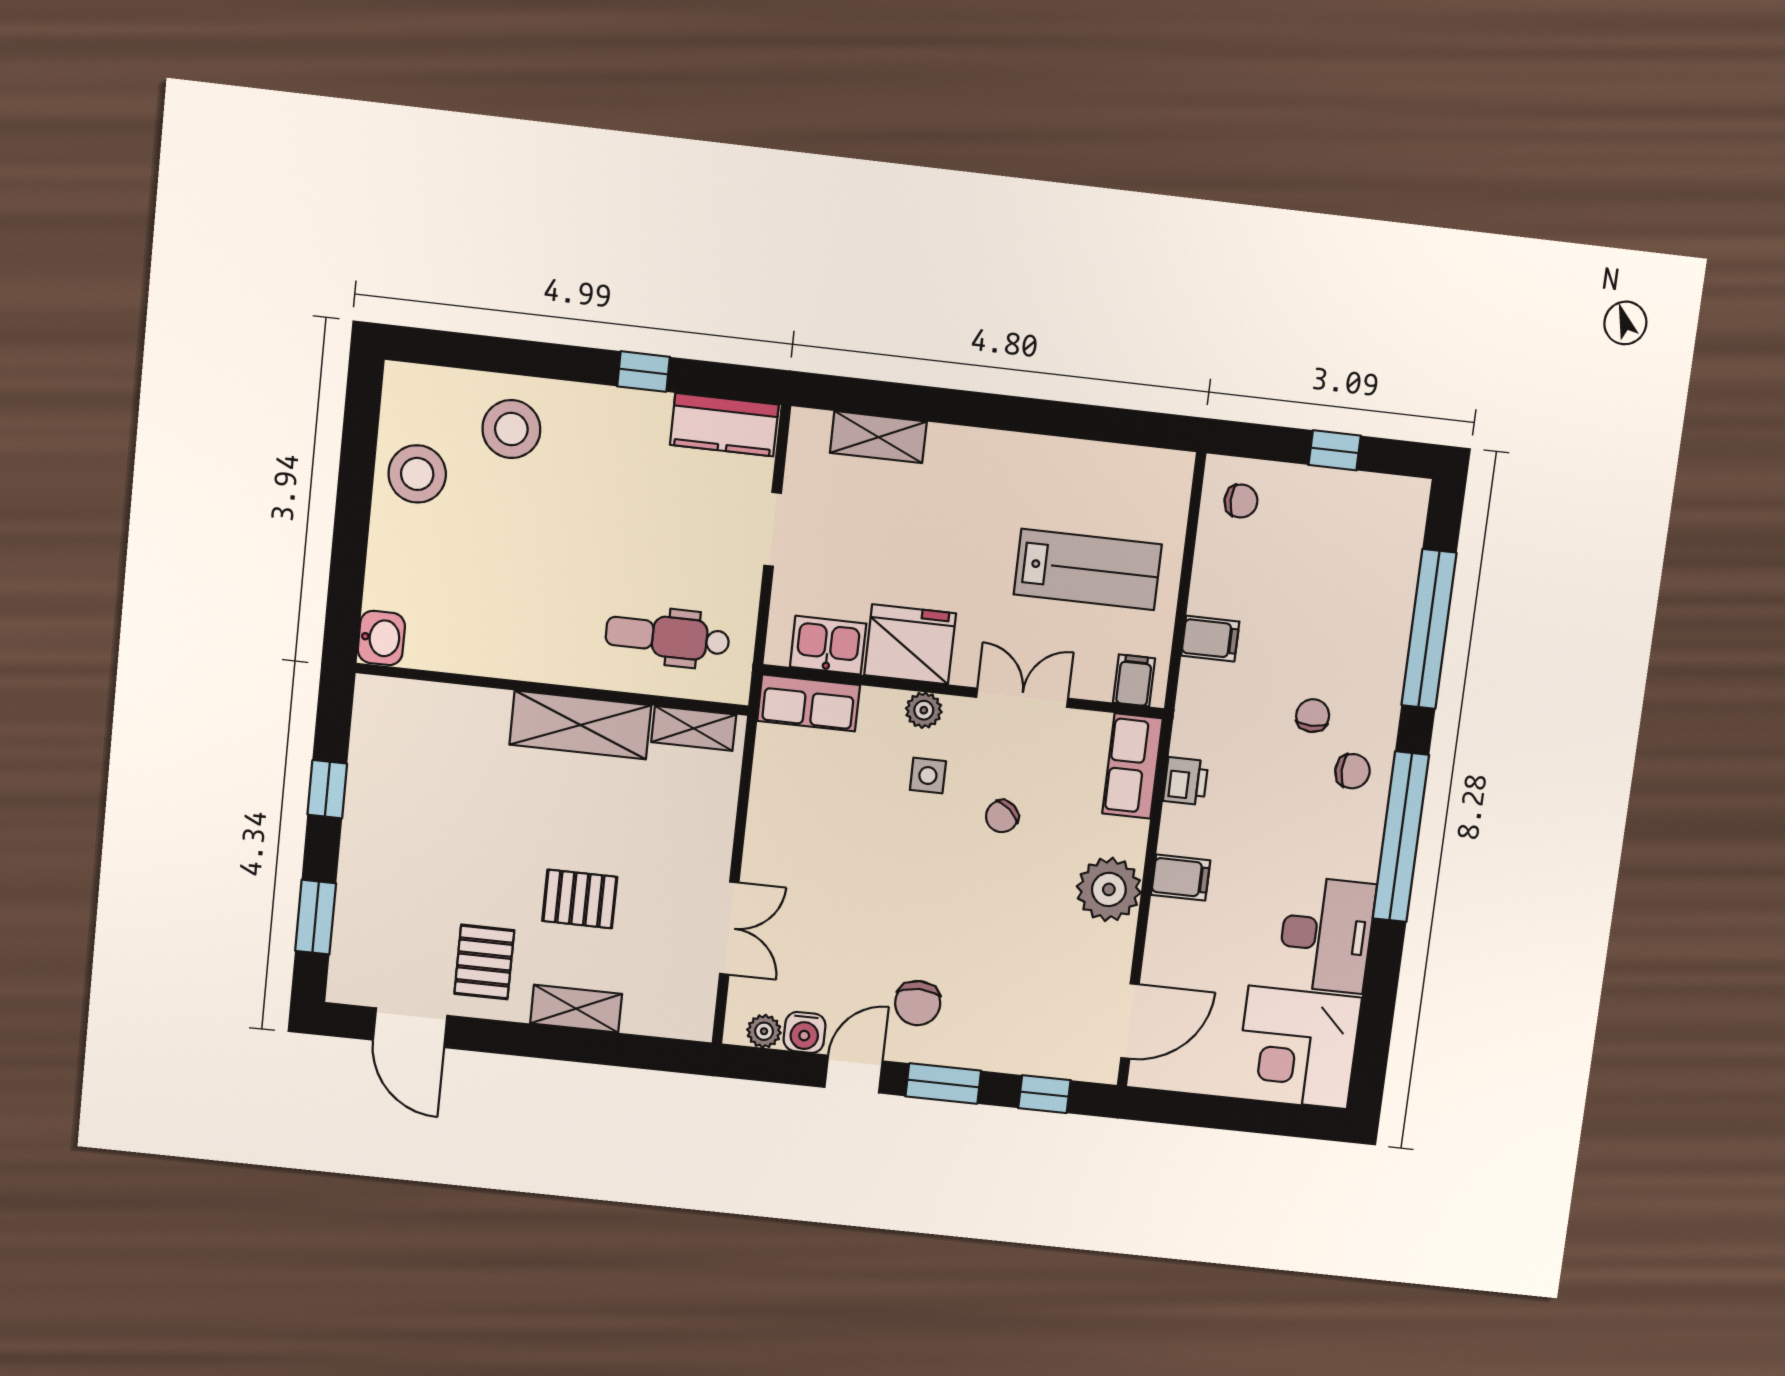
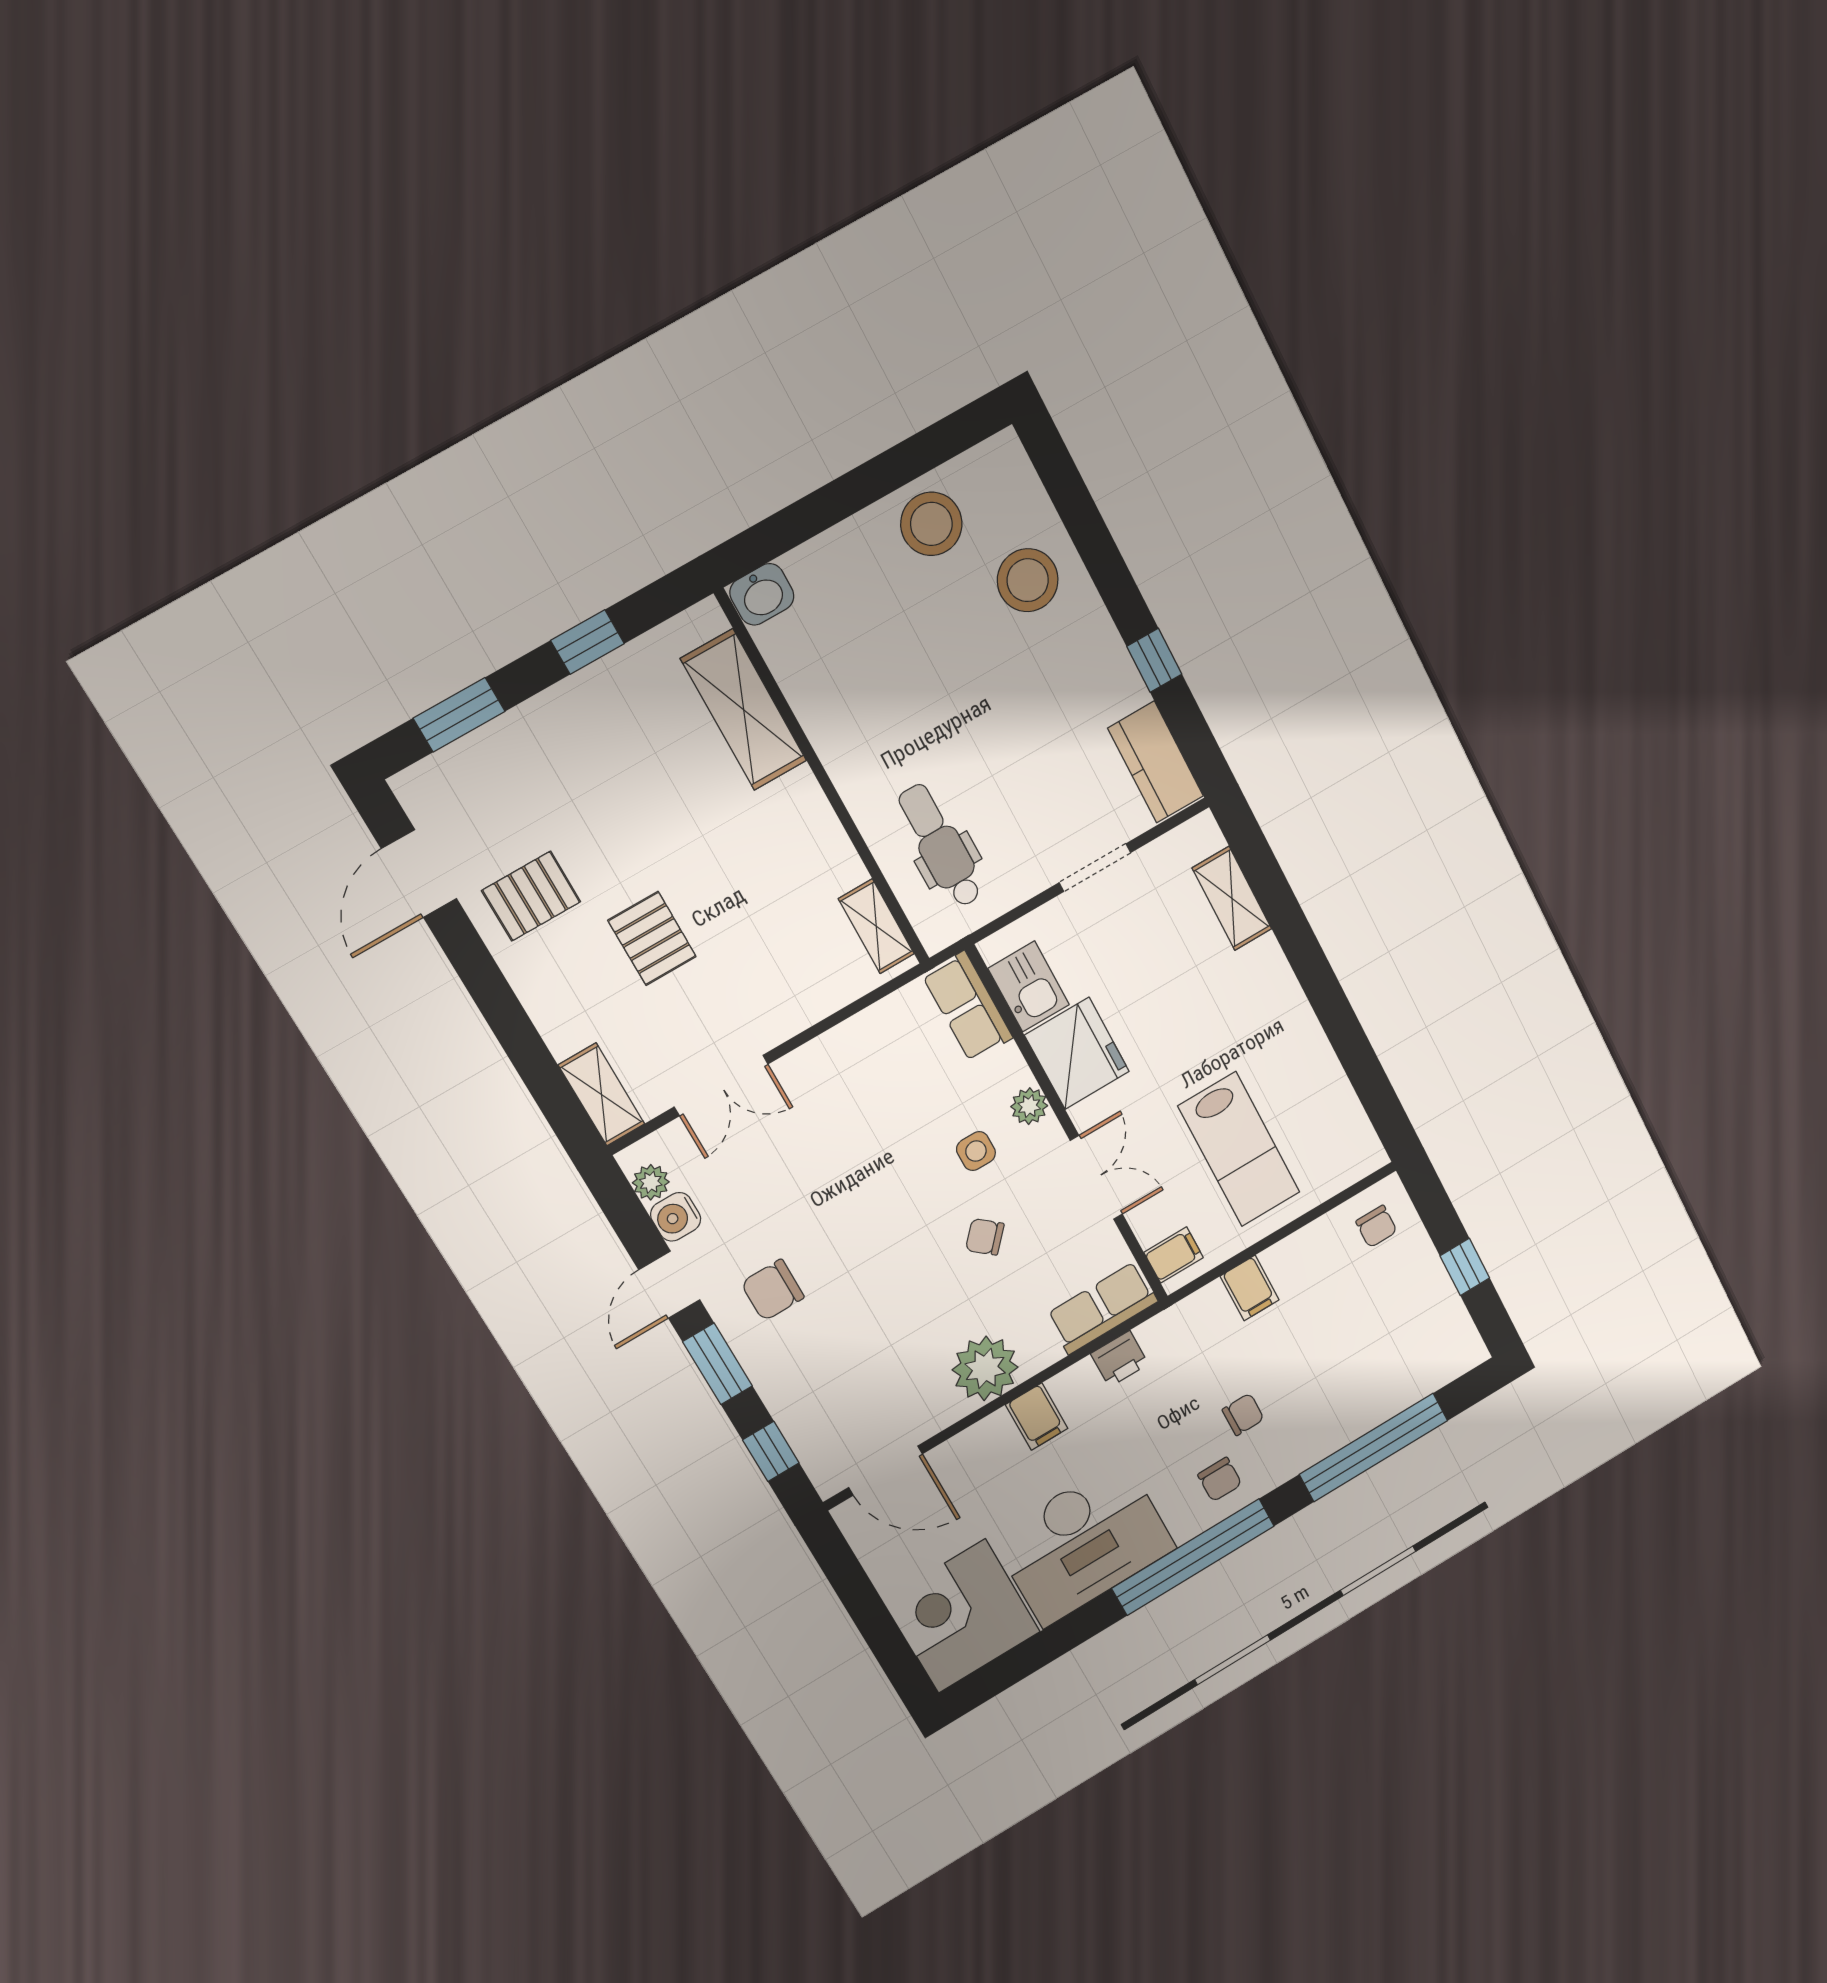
shelving: (580, 725) -> (744, 710), moved
desk: (1326, 935) -> (1084, 1543), width x1.36, depth x1.30
shelving: (576, 1009) -> (601, 1094), moved
door: (854, 1074) -> (669, 1285), swing flipped

